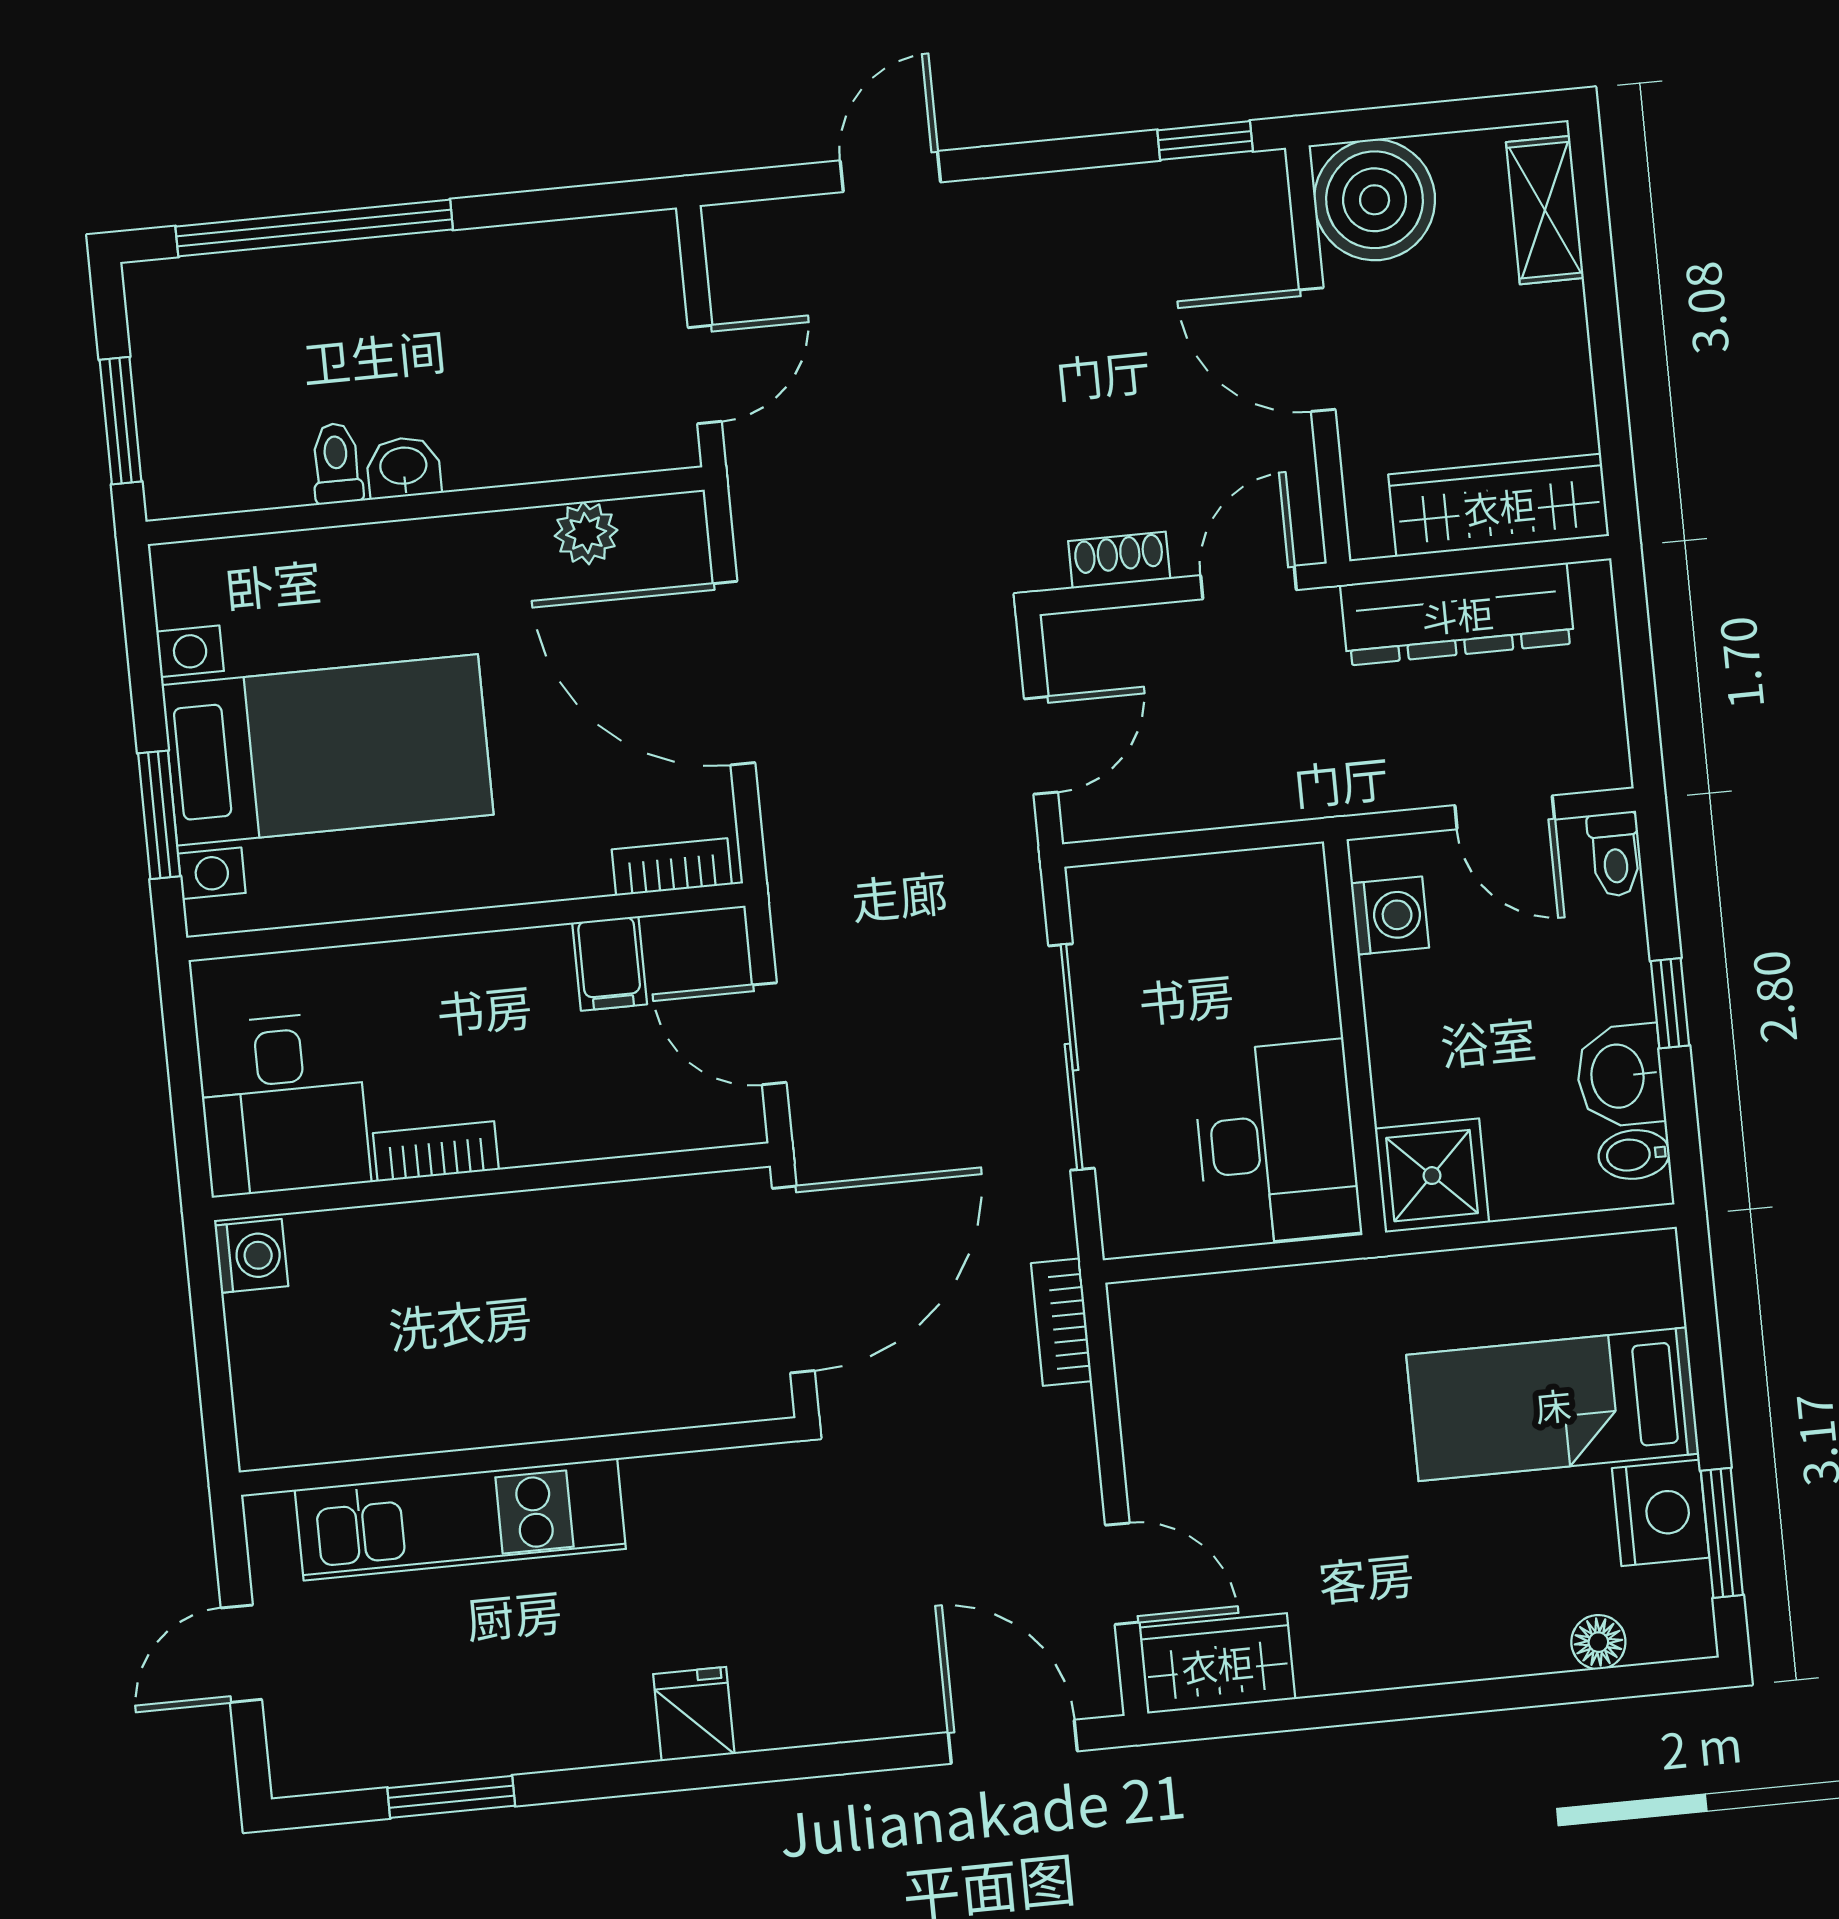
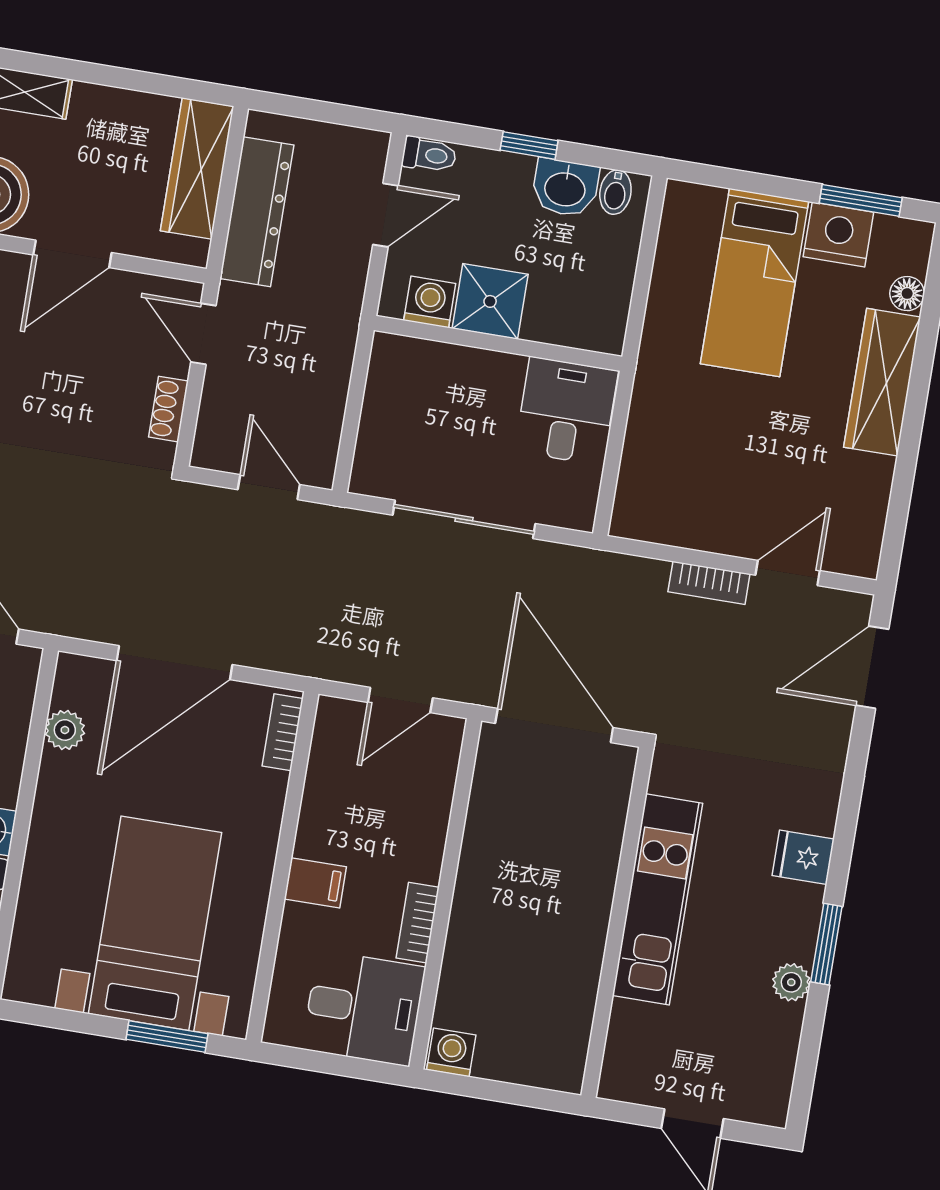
filing cabinet: (610, 963) -> (315, 883), moved
desk: (1277, 1143) -> (566, 411), width x0.73
shower: (1432, 1176) -> (490, 301), moved
bookcase: (1062, 1322) -> (709, 583), moved
kitchen unit: (460, 1519) -> (657, 899), moved
wardrobe: (1217, 1663) -> (882, 382), moved, width x1.50
plant: (498, 1747) -> (791, 982), added
window: (451, 1797) -> (826, 944), moved

